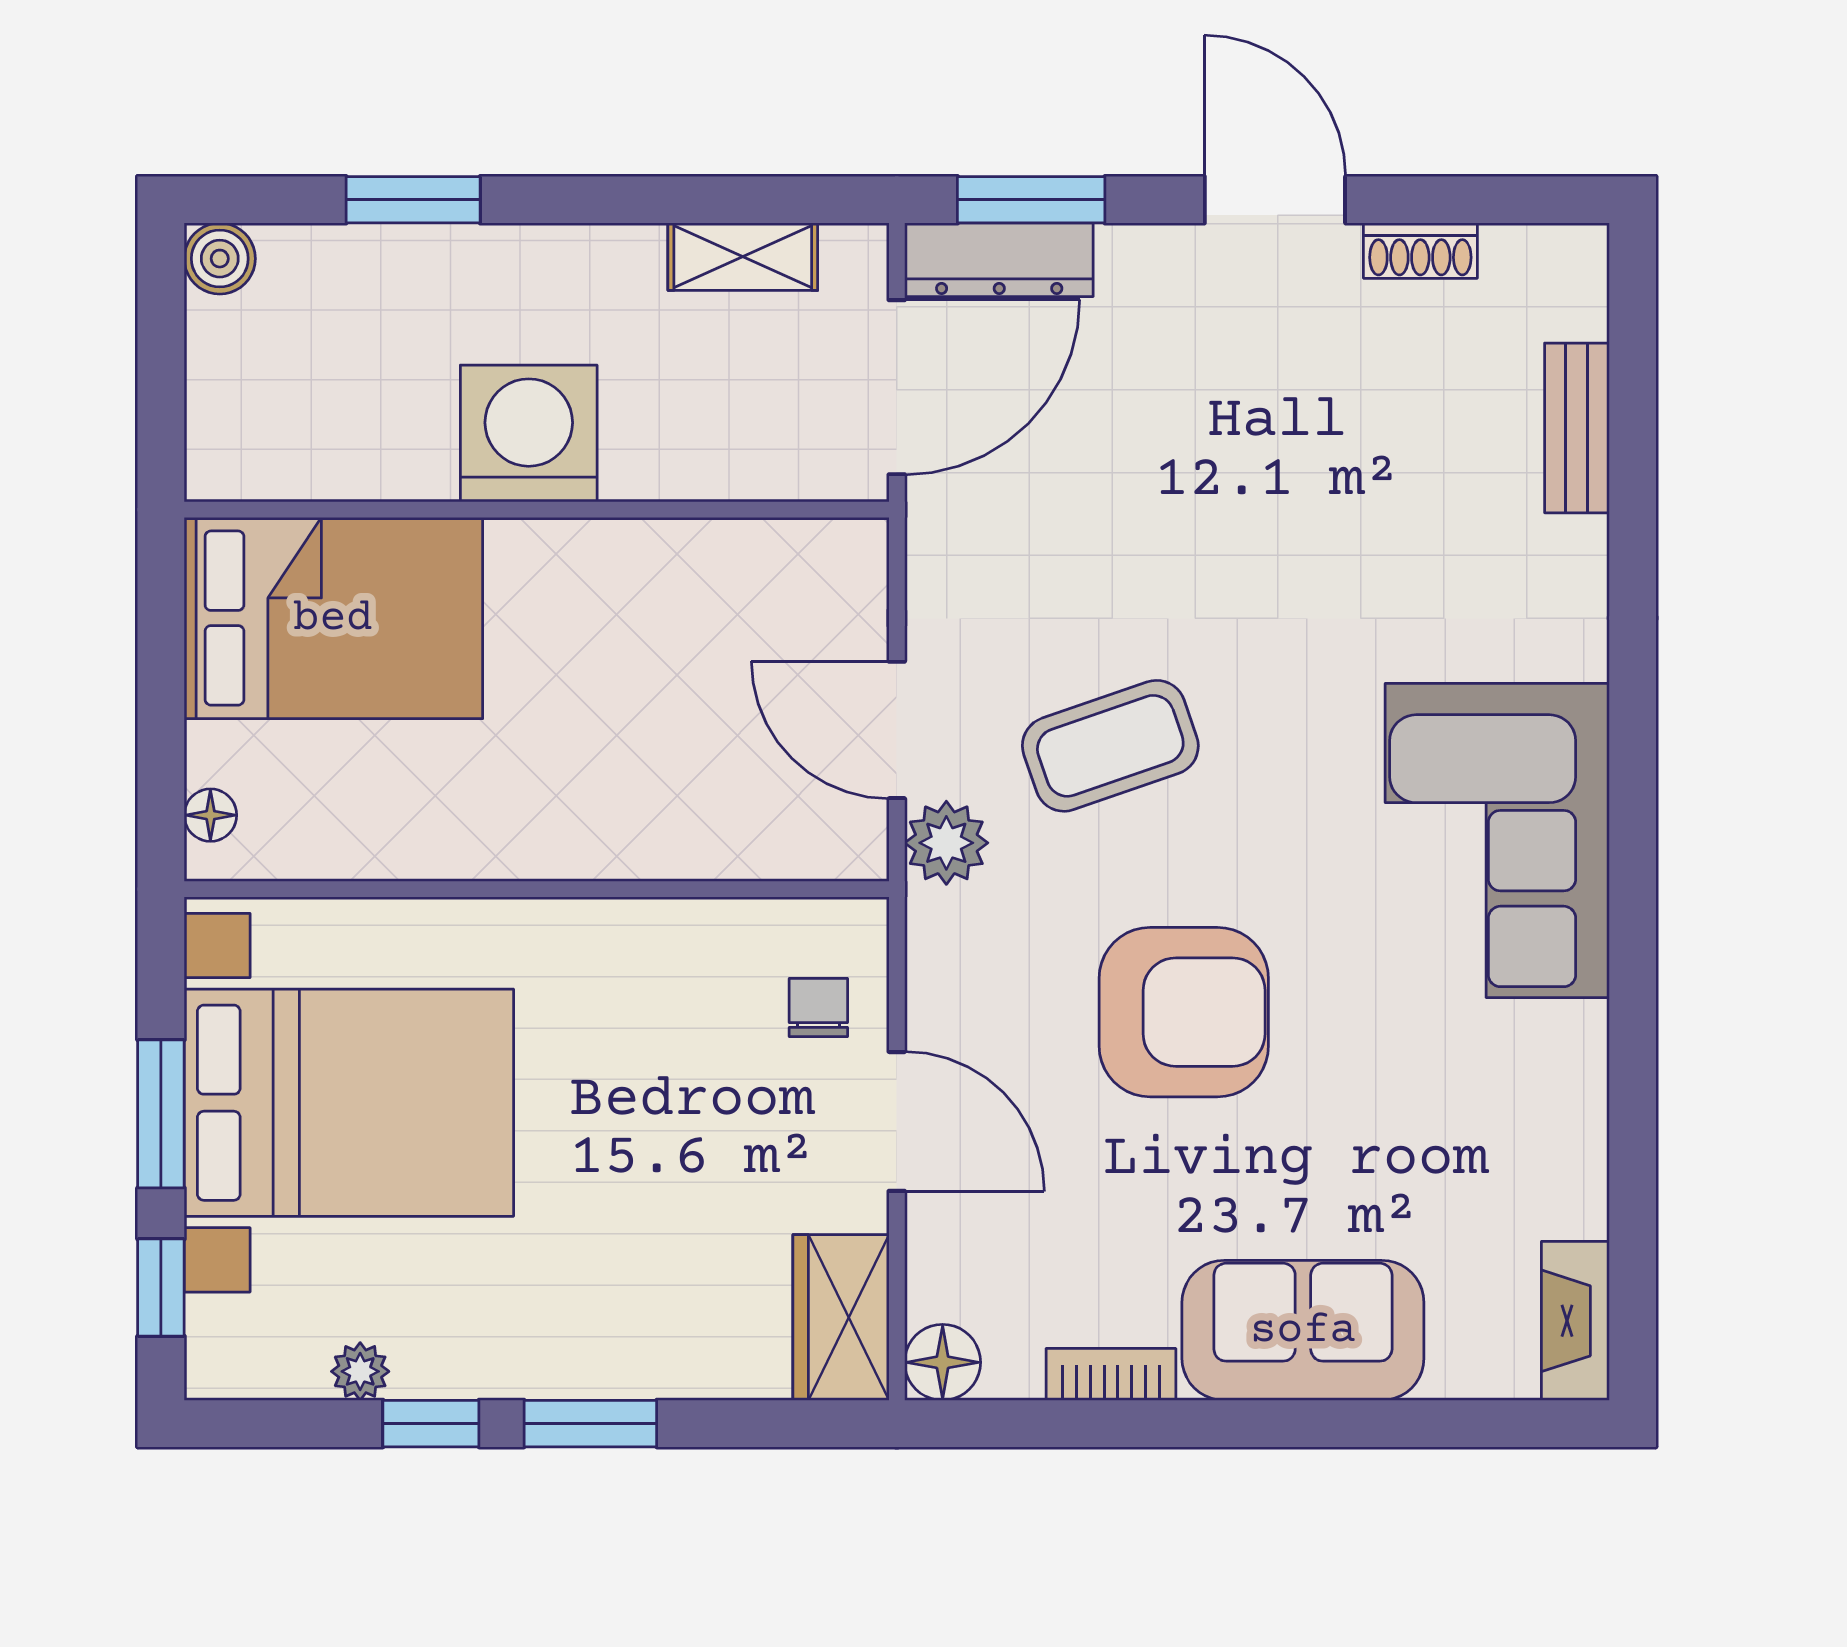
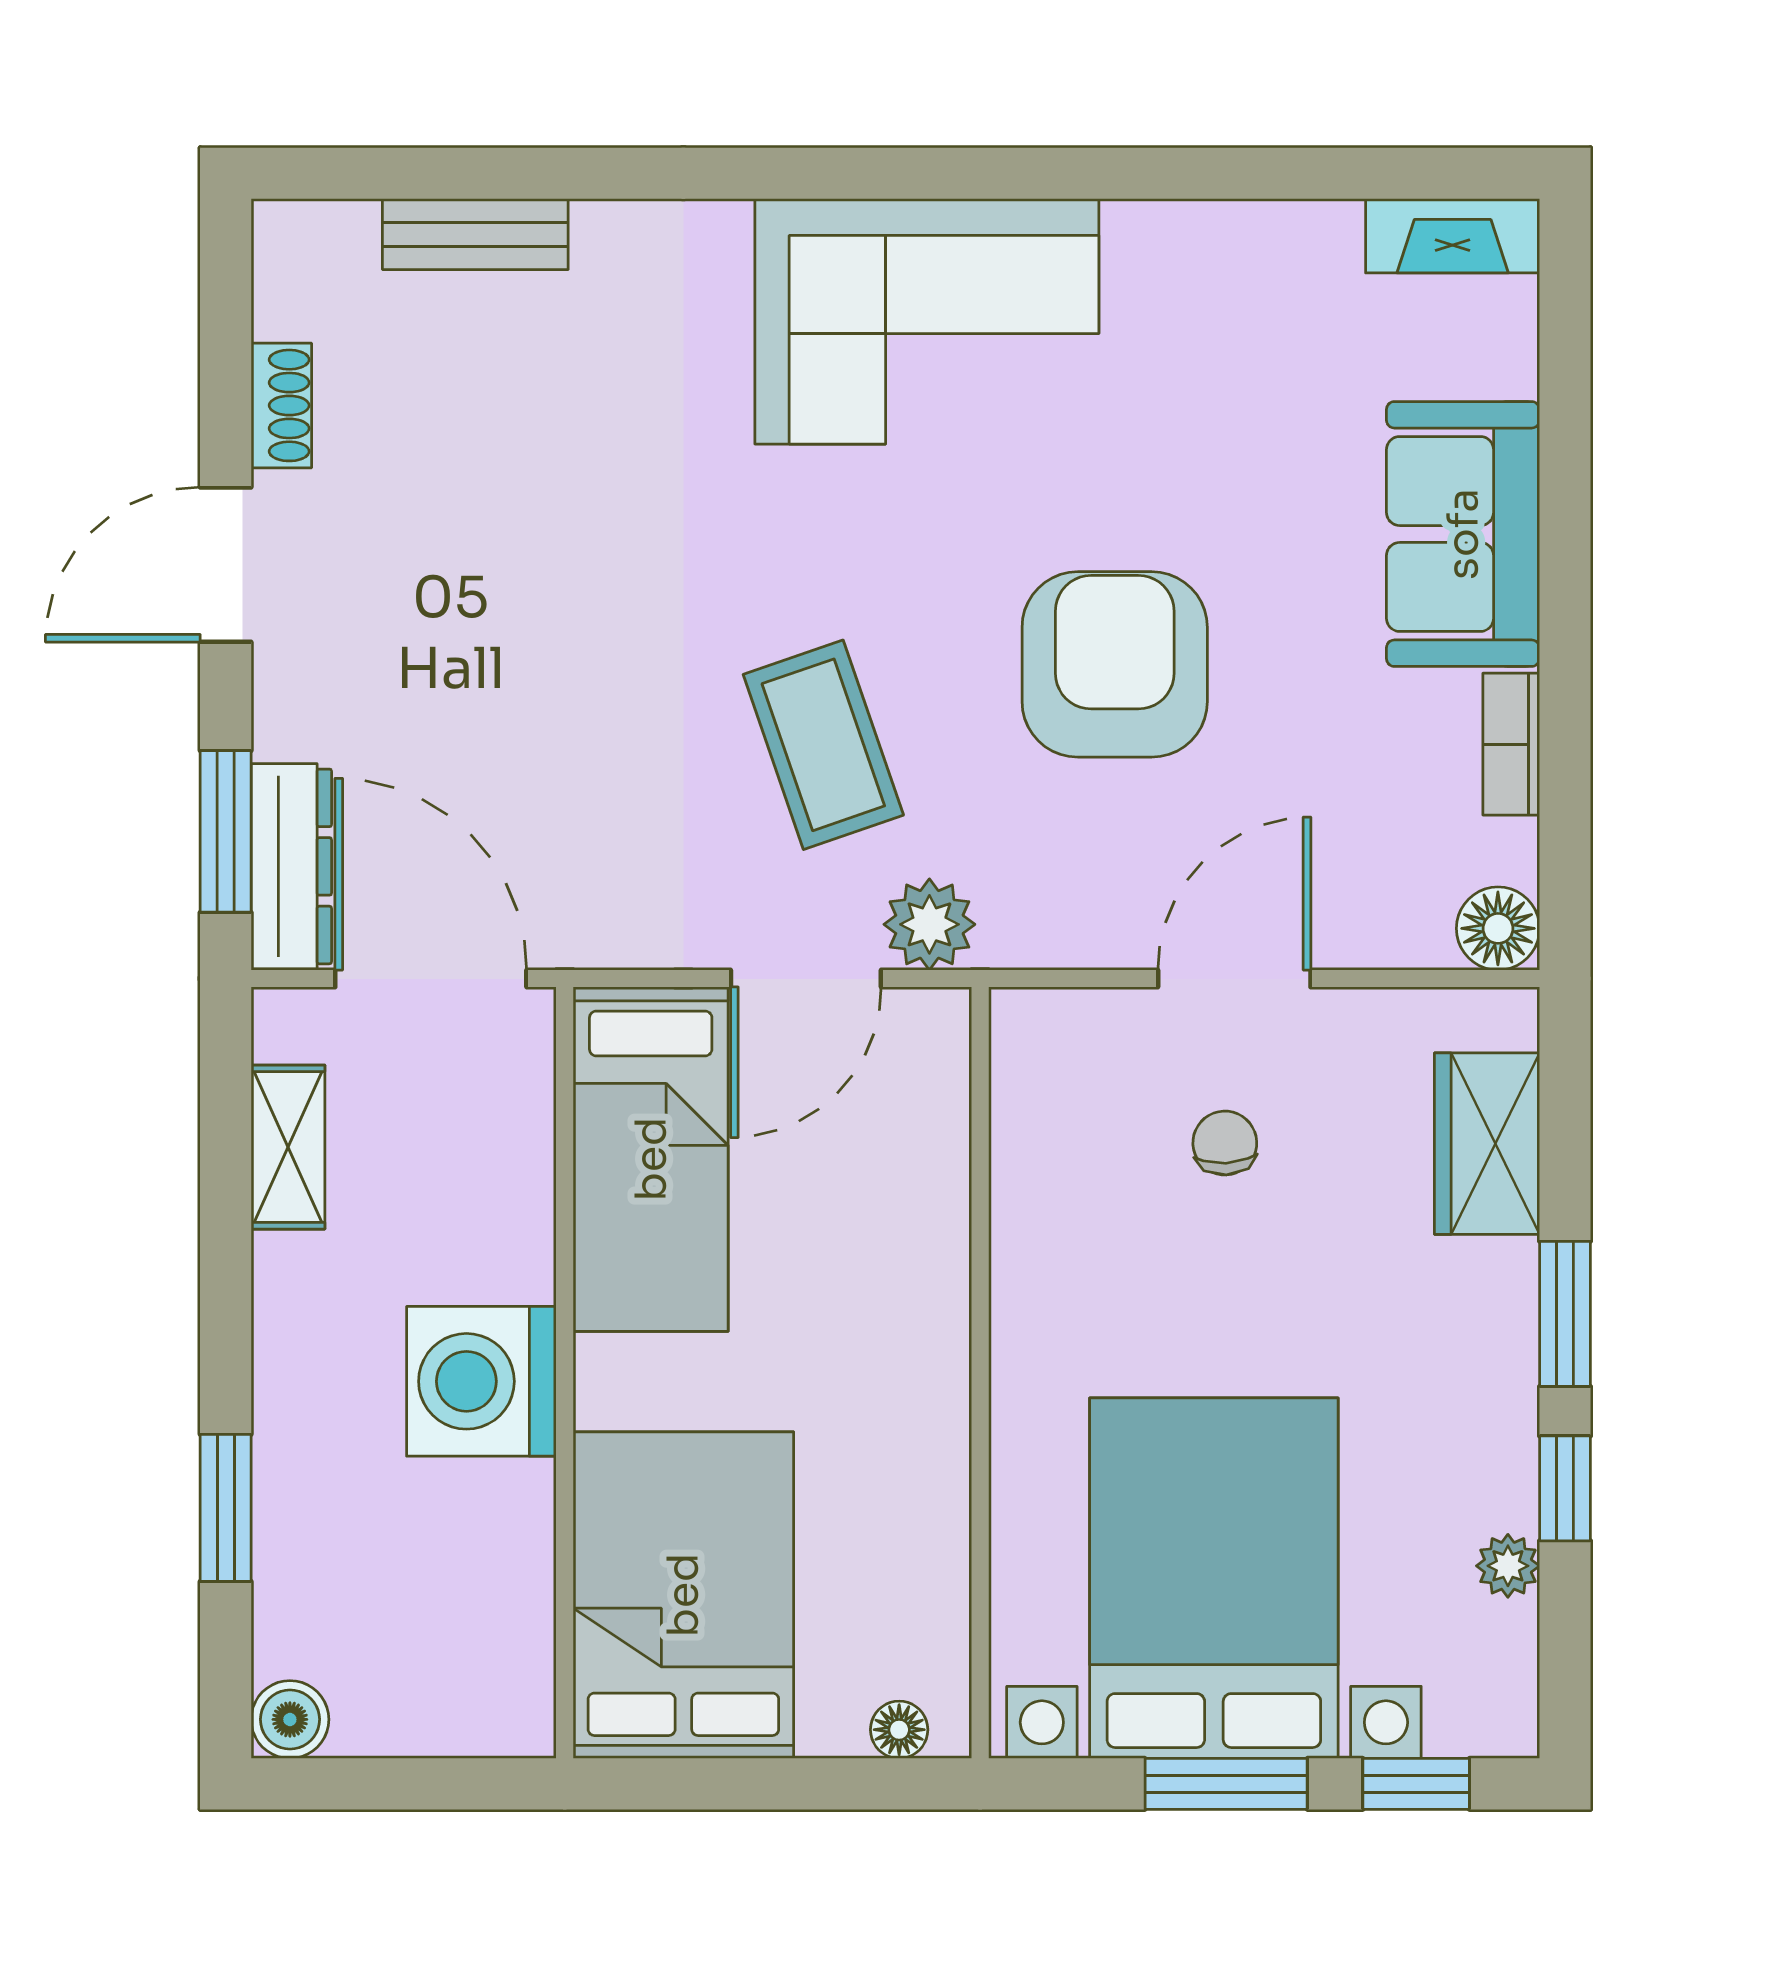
bed: (732, 588) -> (651, 1159), added
chair: (818, 1007) -> (1225, 1143), moved, turned 87
wardrobe: (841, 1317) -> (1487, 1144), moved, turned 90

